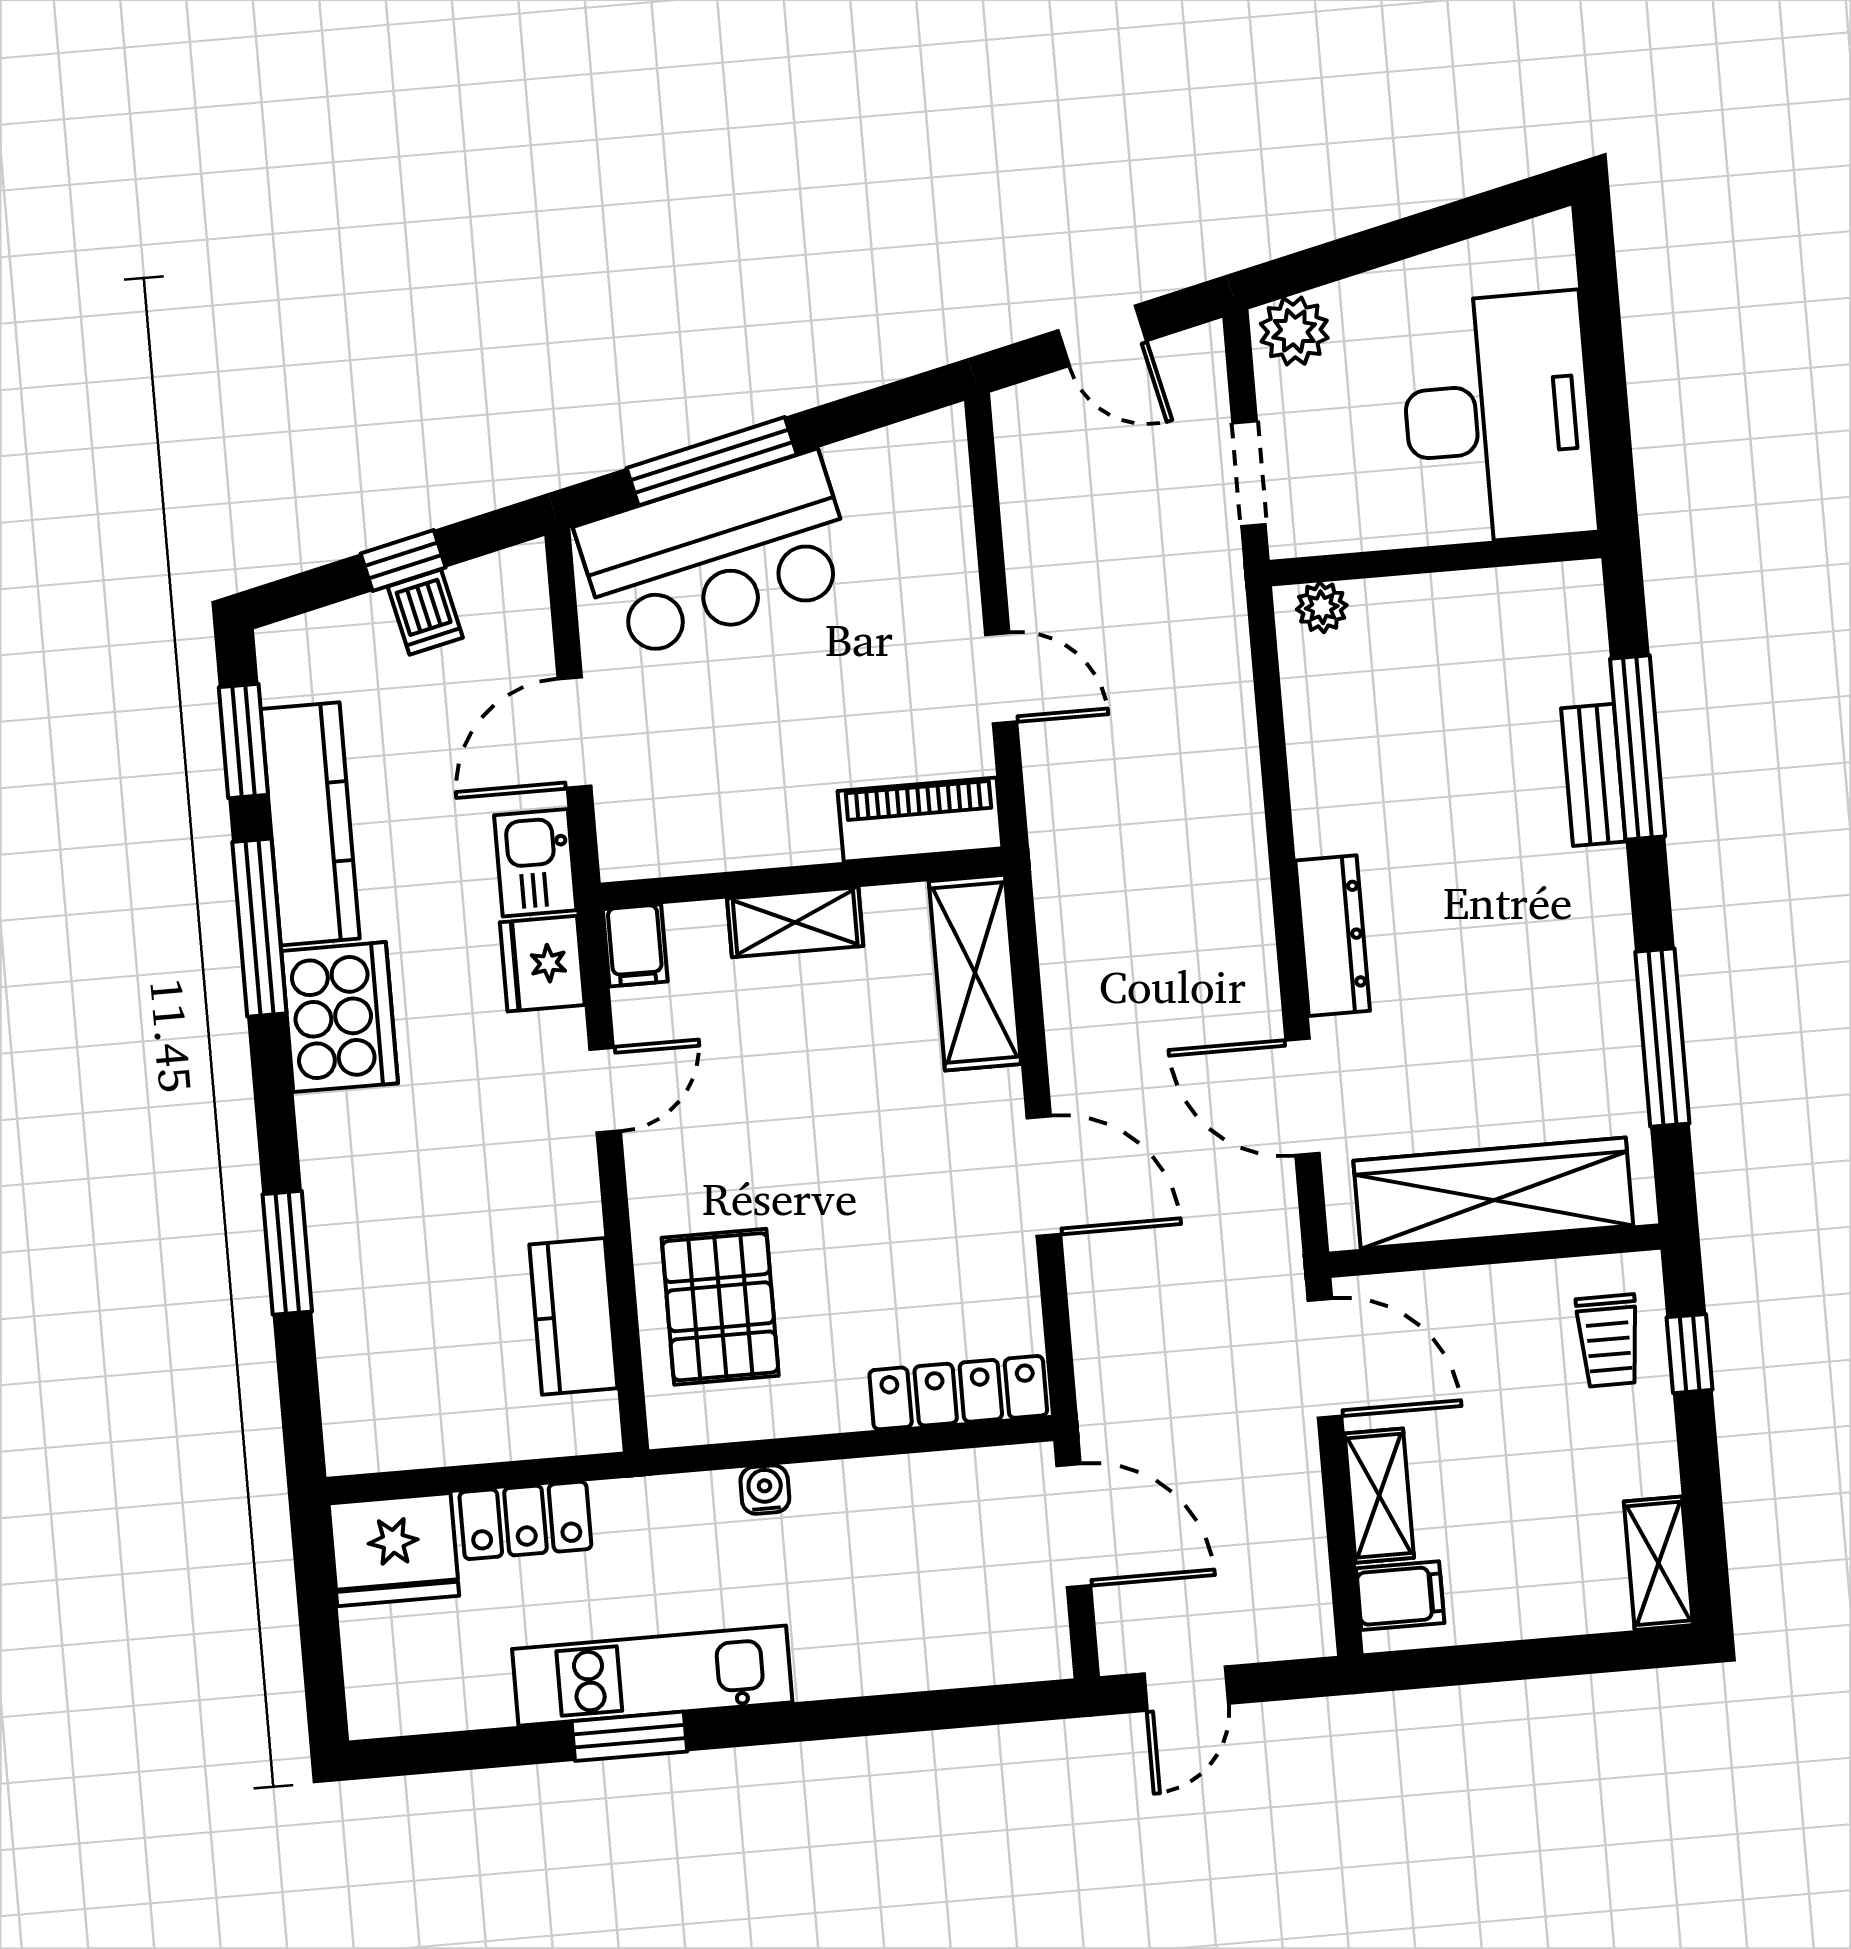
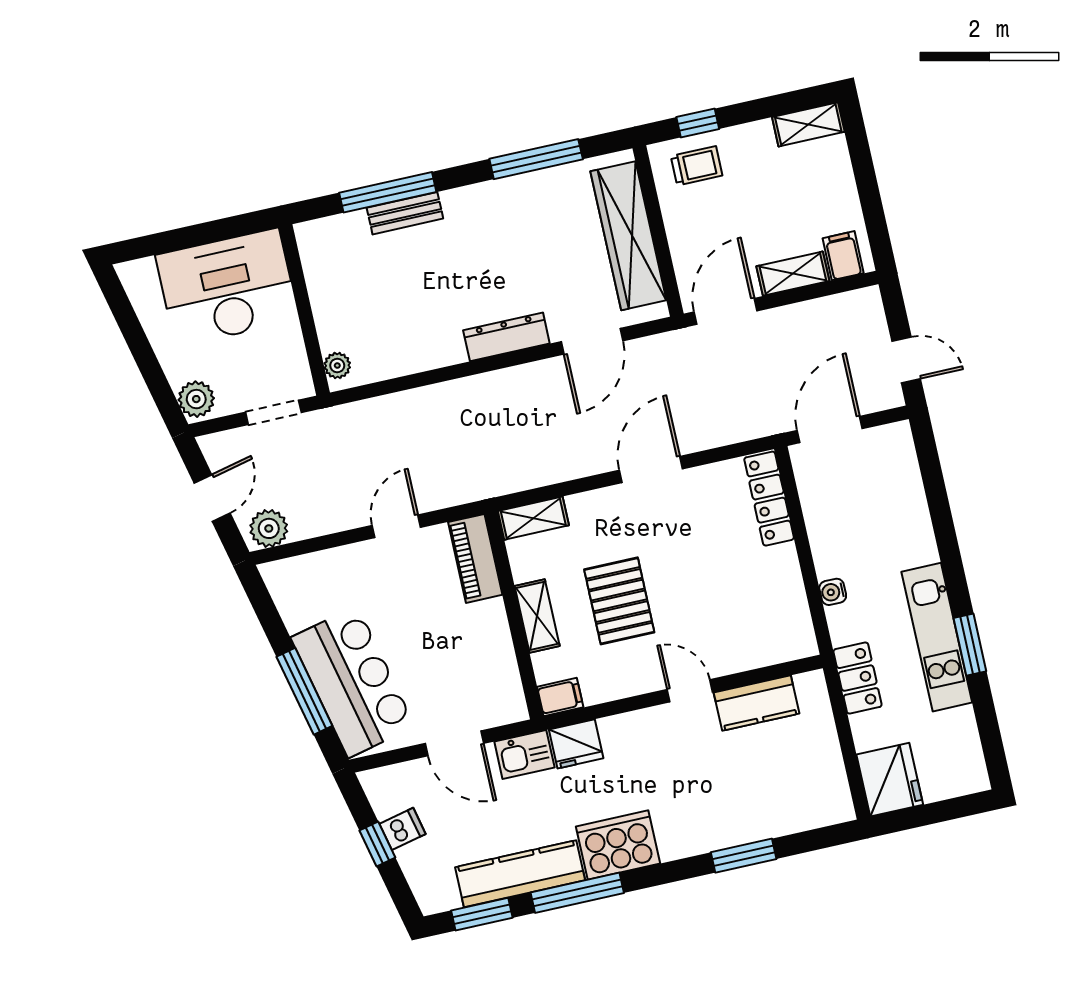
plant: (1030, 435) -> (269, 528), added
shelving: (975, 973) -> (533, 518), width x0.67, depth x0.75
door: (605, 1090) -> (690, 691), moved
pallet: (720, 1307) -> (619, 601), moved, turned 90
locker: (525, 1520) -> (858, 678), moved

